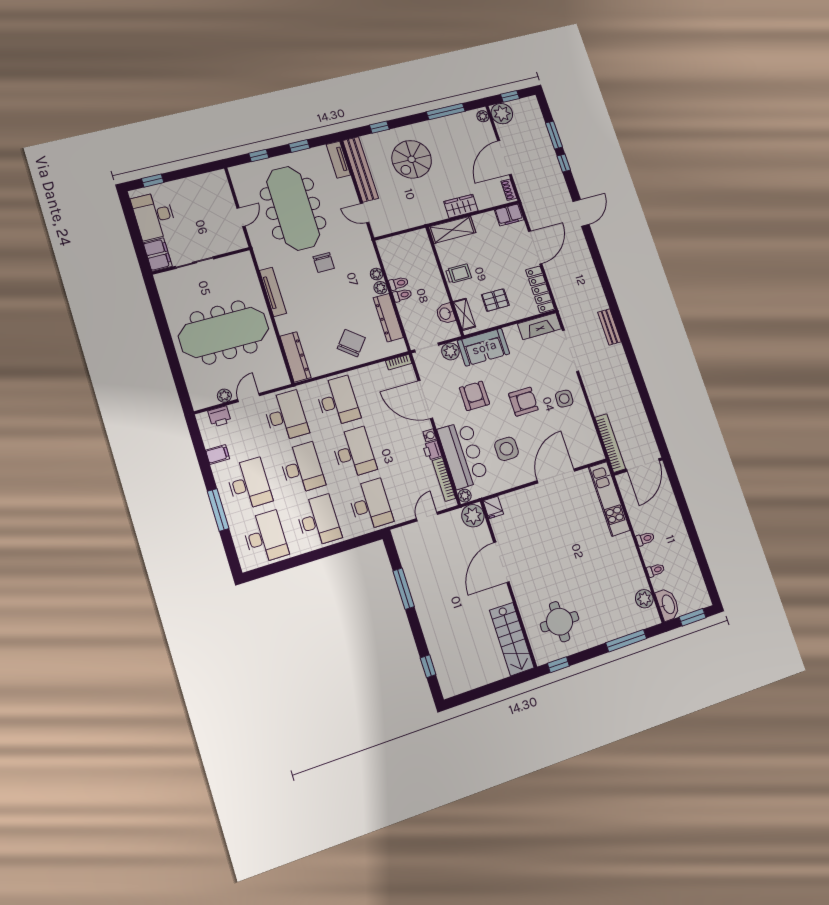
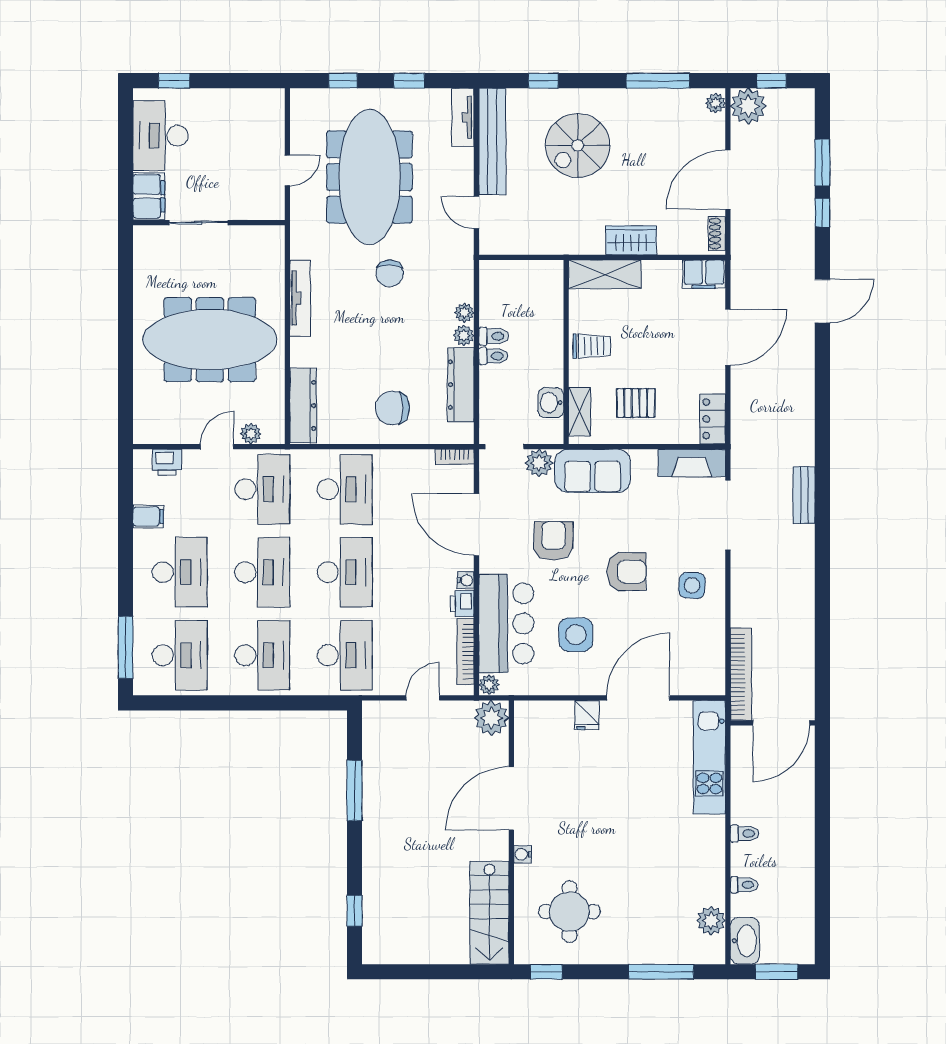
locker: (540, 289) -> (713, 419), width x0.66
chair: (351, 343) -> (393, 408), turned -129
plant: (224, 396) -> (251, 434), moved
fridge: (493, 507) -> (587, 715), moved
window: (218, 510) -> (126, 647), moved
water cooler: (520, 595) -> (523, 854), added

